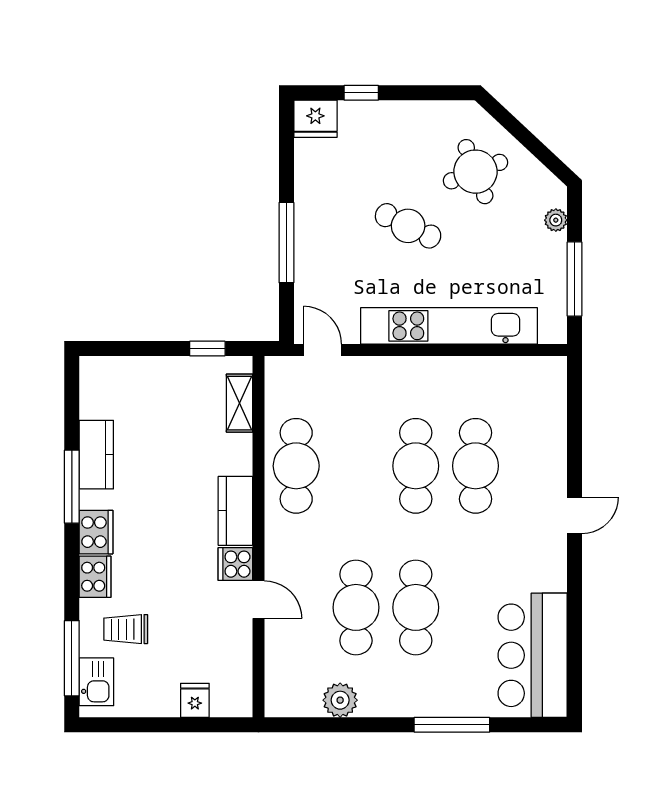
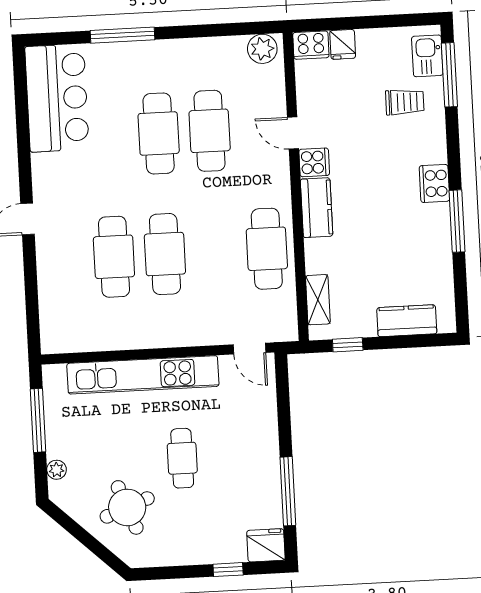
cafe table: (408, 226) -> (182, 458), turned 64
window: (286, 243) -> (288, 491), moved
kitchen counter: (96, 455) -> (407, 321), moved, turned 90
cooker: (95, 577) -> (311, 45), moved, turned -90
plant: (340, 700) -> (262, 49), moved

